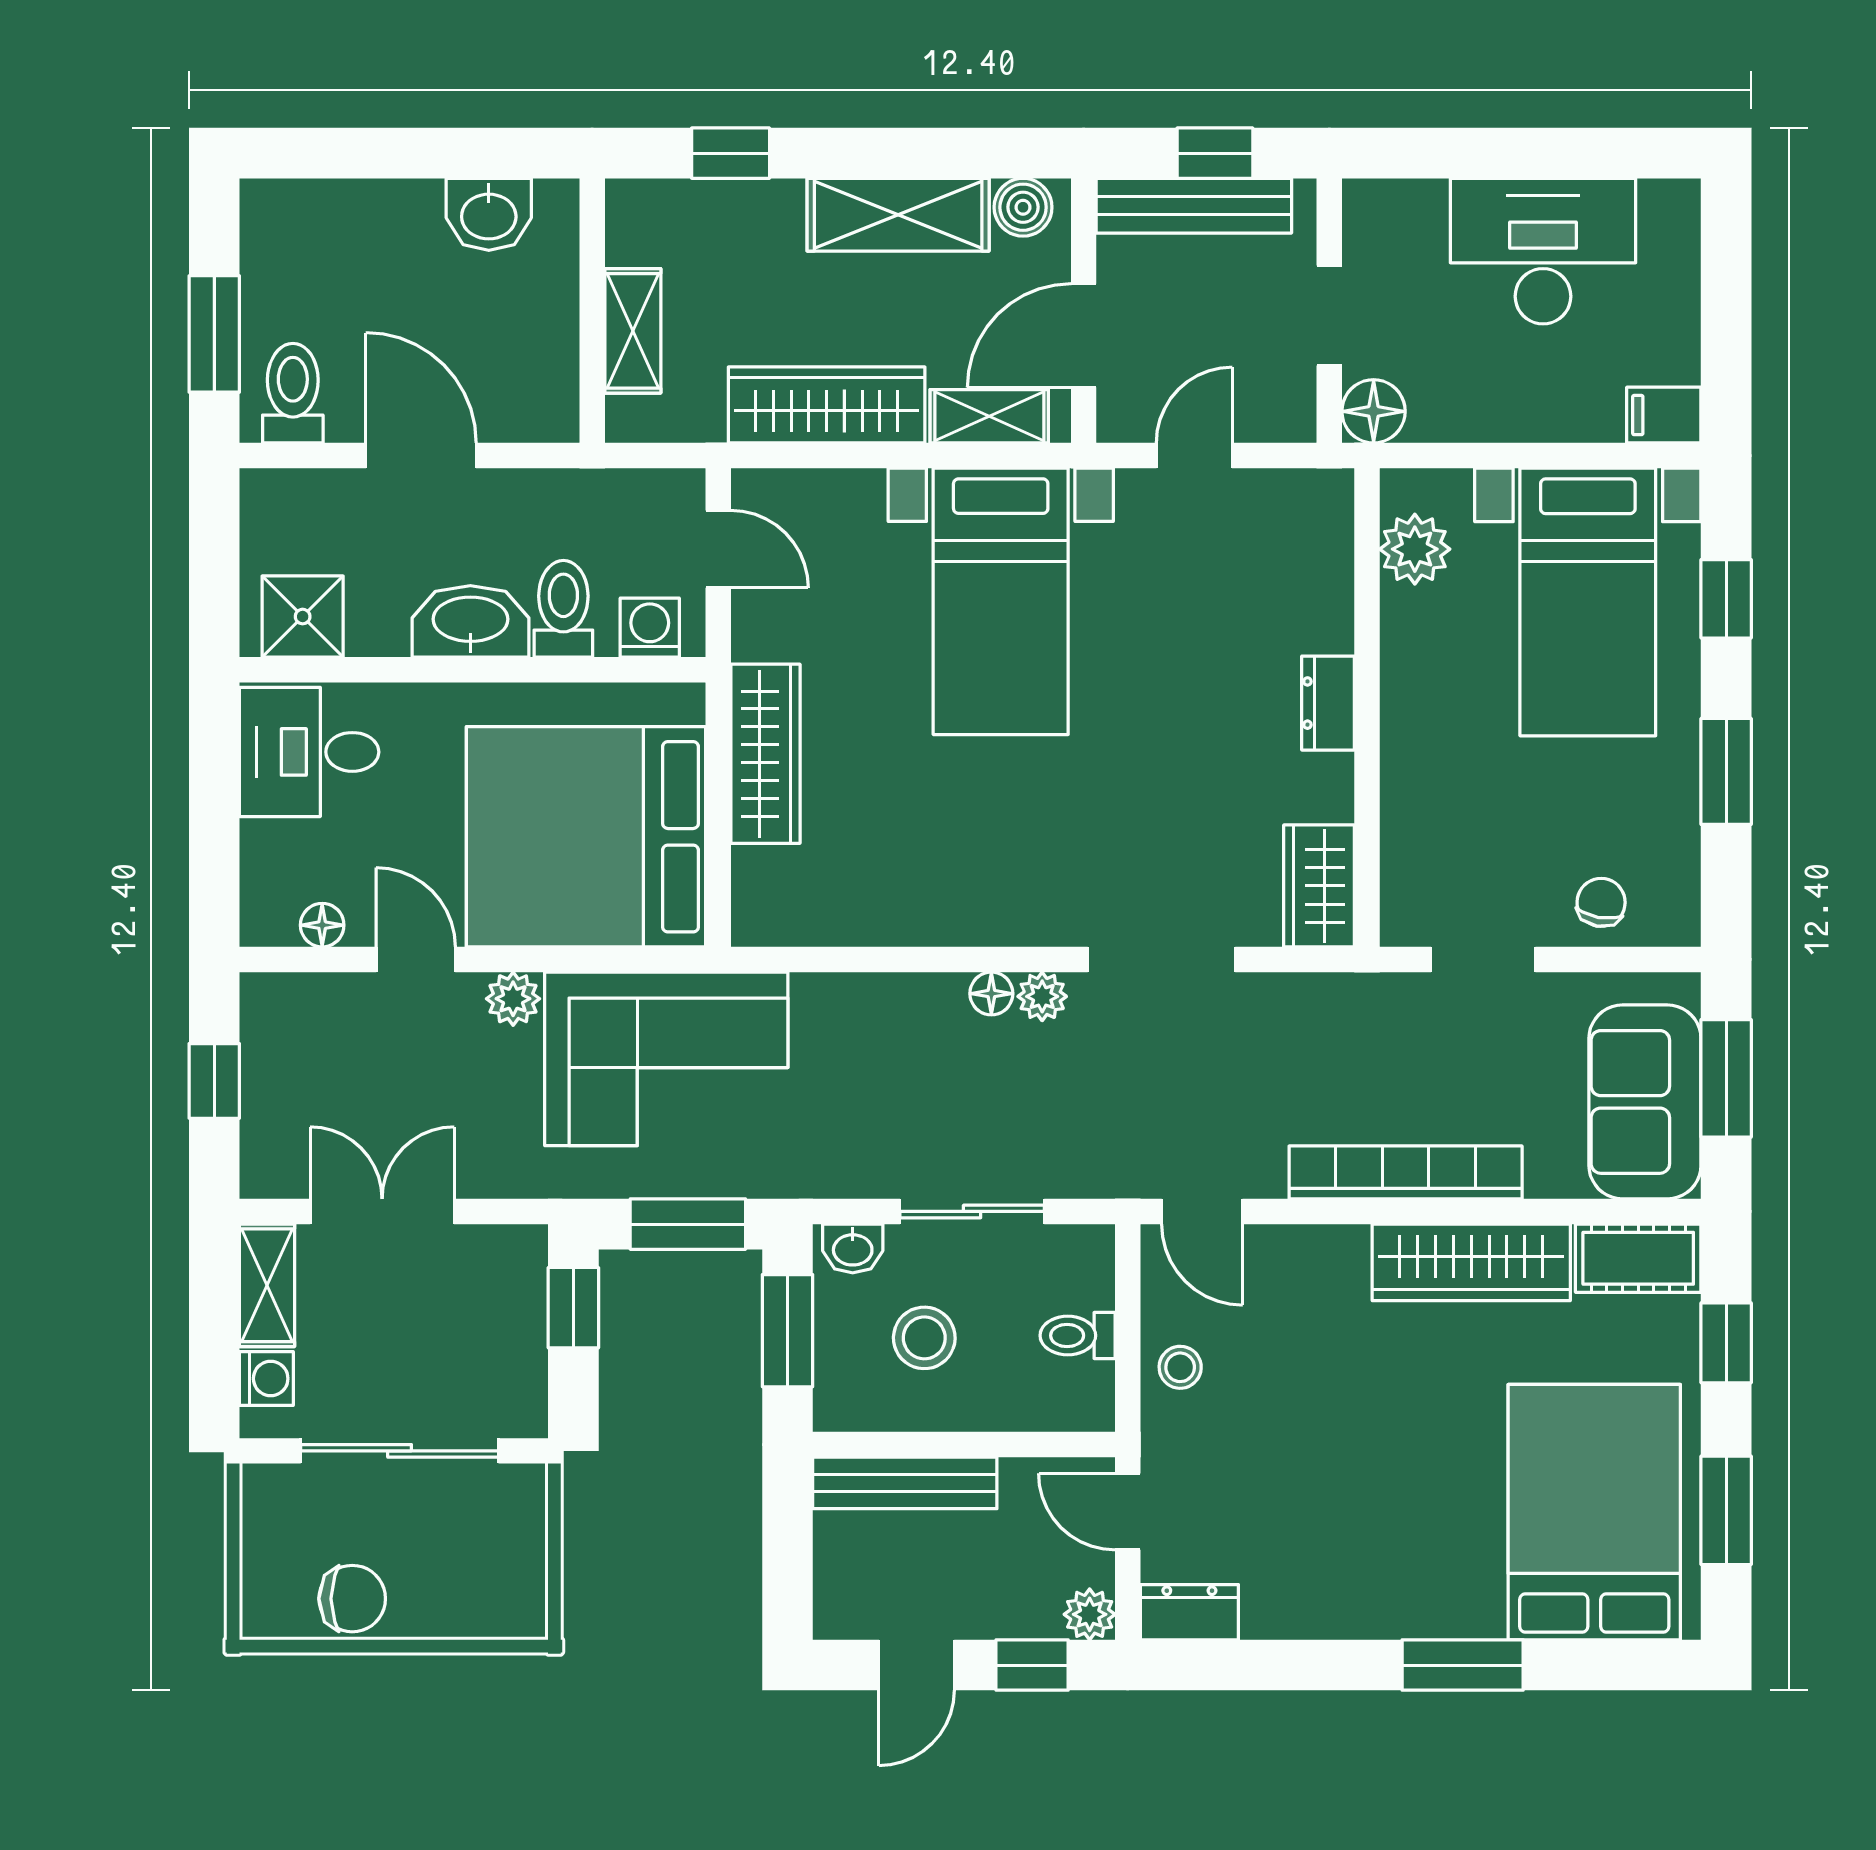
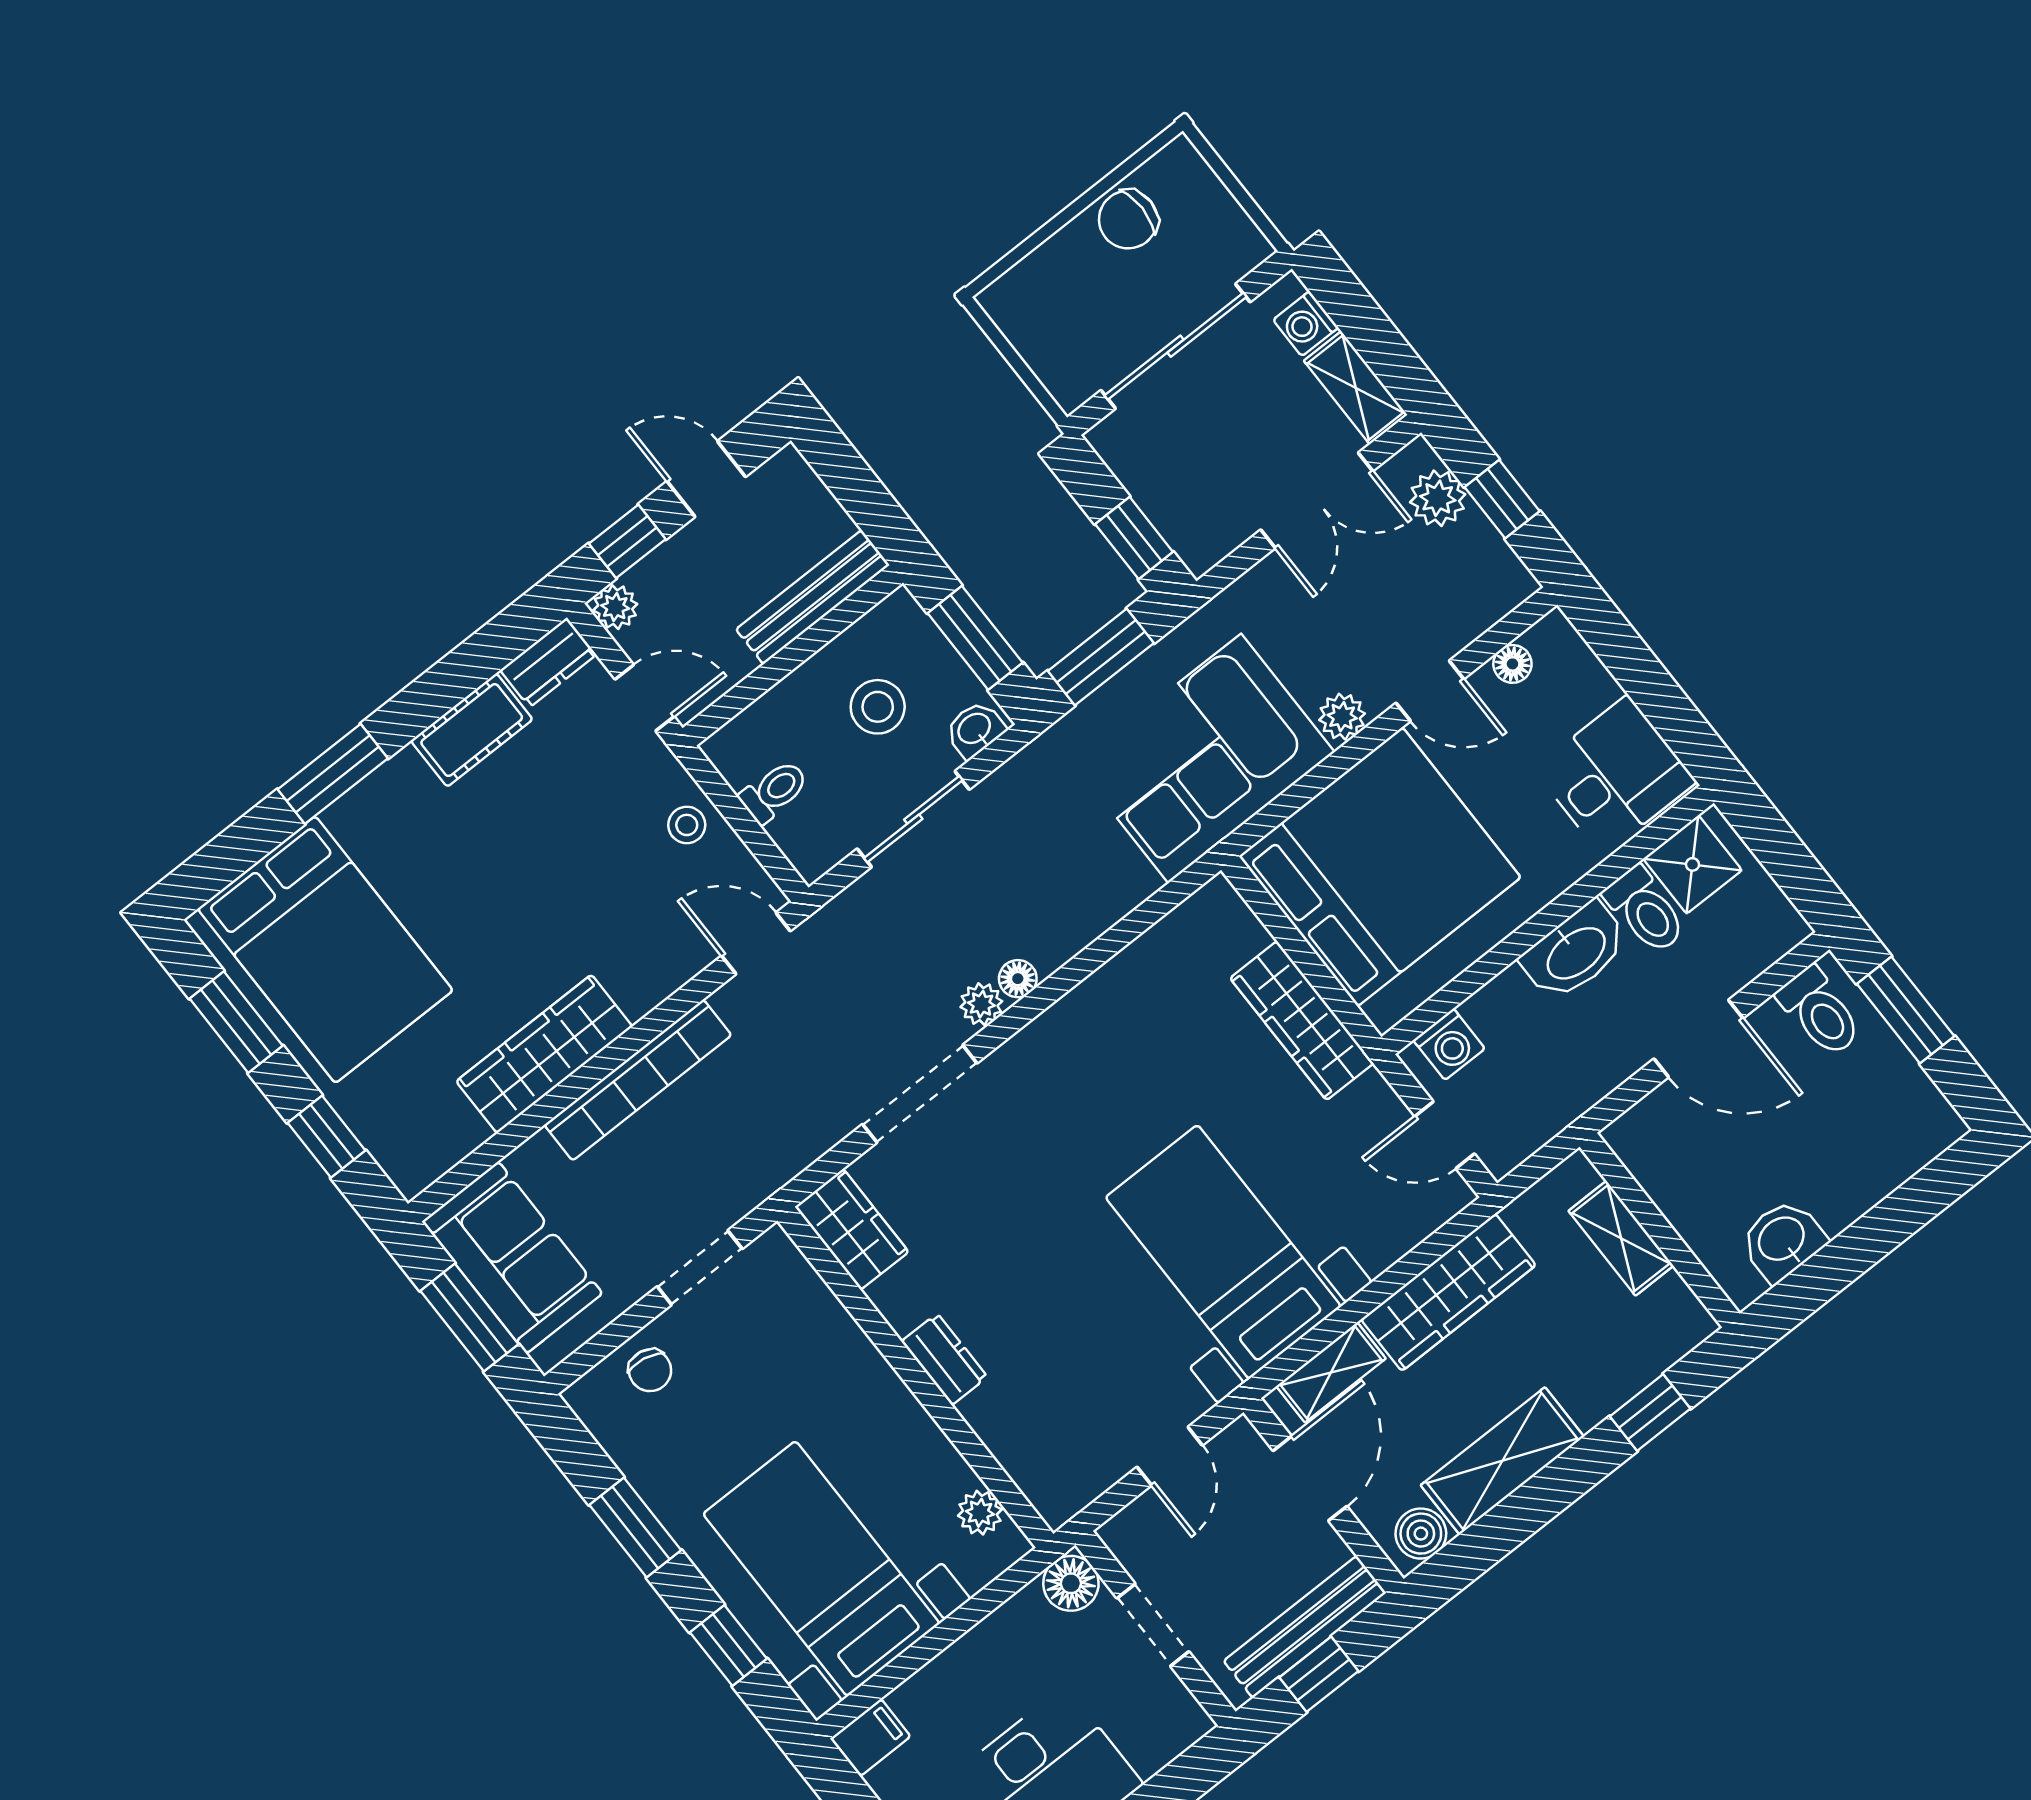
plant: (1415, 549) -> (980, 1513), width x0.73, depth x0.73
toilet: (563, 609) -> (1645, 910), moved
plant: (272, 1127) -> (1438, 498), added
cot: (1638, 1258) -> (472, 730), moved
door: (917, 1665) -> (706, 479), hinge flipped

